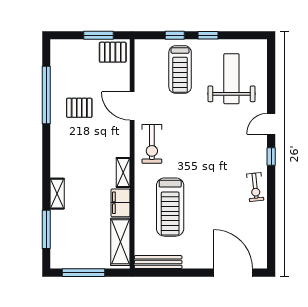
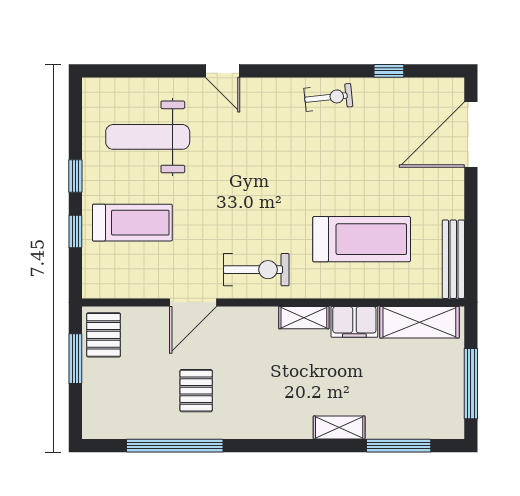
window: (271, 157) -> (389, 71), moved

